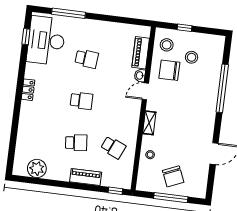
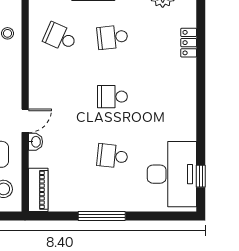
window: (68, 13) -> (102, 216), moved
piano: (141, 53) -> (38, 190), moved
locker: (28, 90) -> (189, 43), moved
shelving: (149, 123) -> (14, 77), removed

